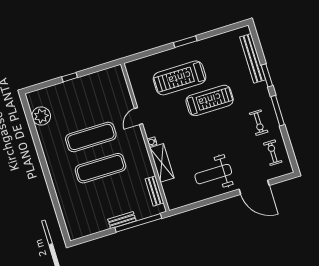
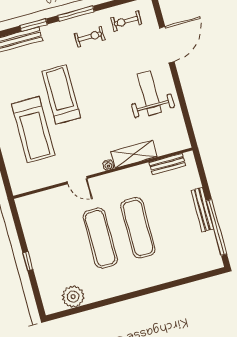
weight bench: (213, 174) -> (149, 93), turned 180
bench: (122, 220) -> (202, 210), width x1.36
window: (138, 223) -> (217, 227), moved

